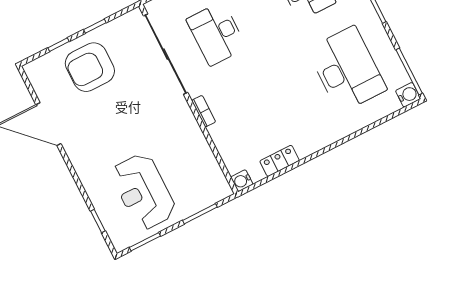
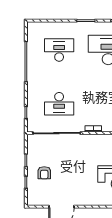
armchair: (90, 67) -> (44, 173), width x0.53, depth x0.53

